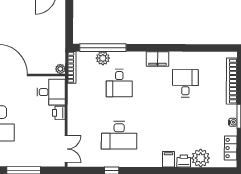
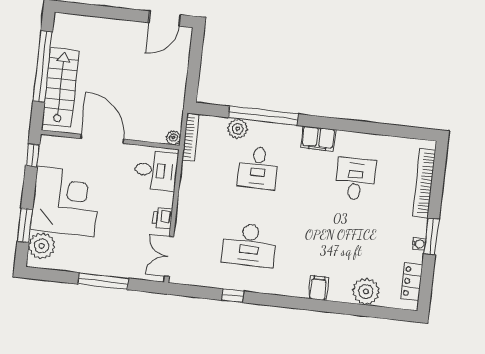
window: (103, 48) -> (263, 116), moved
printer: (59, 113) -> (162, 218), moved
double door: (66, 149) -> (169, 257), swing flipped
printer: (184, 161) -> (340, 293), removed

